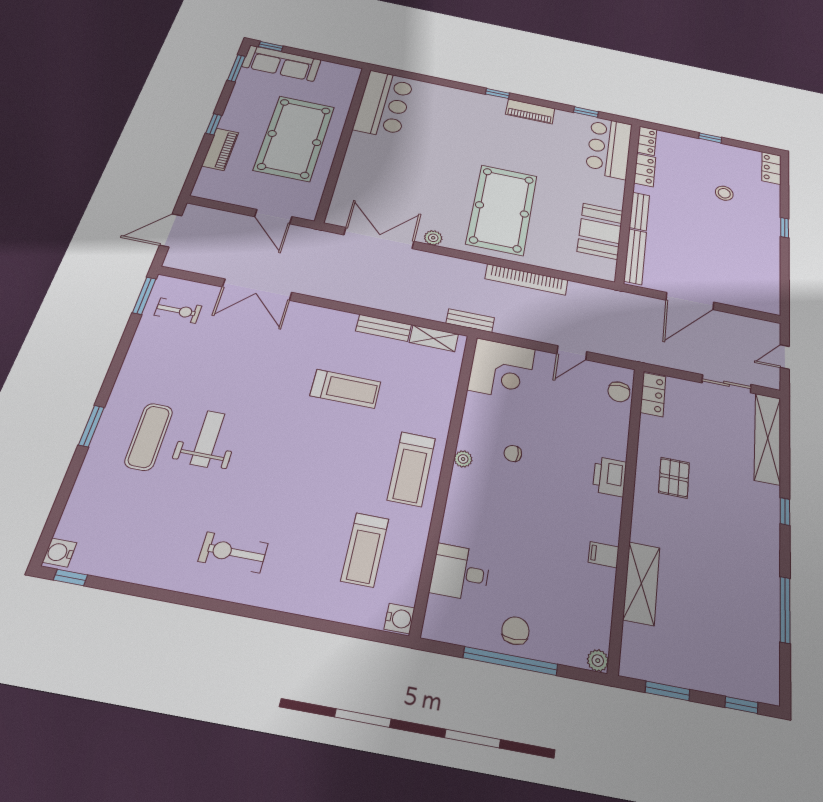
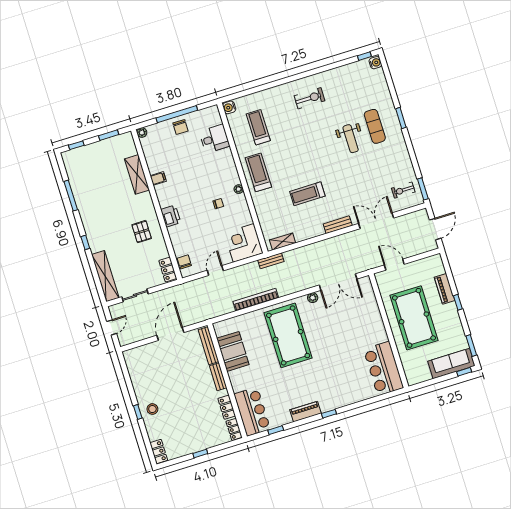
stool: (724, 193) -> (152, 409), moved
bench: (384, 328) -> (338, 225), moved

